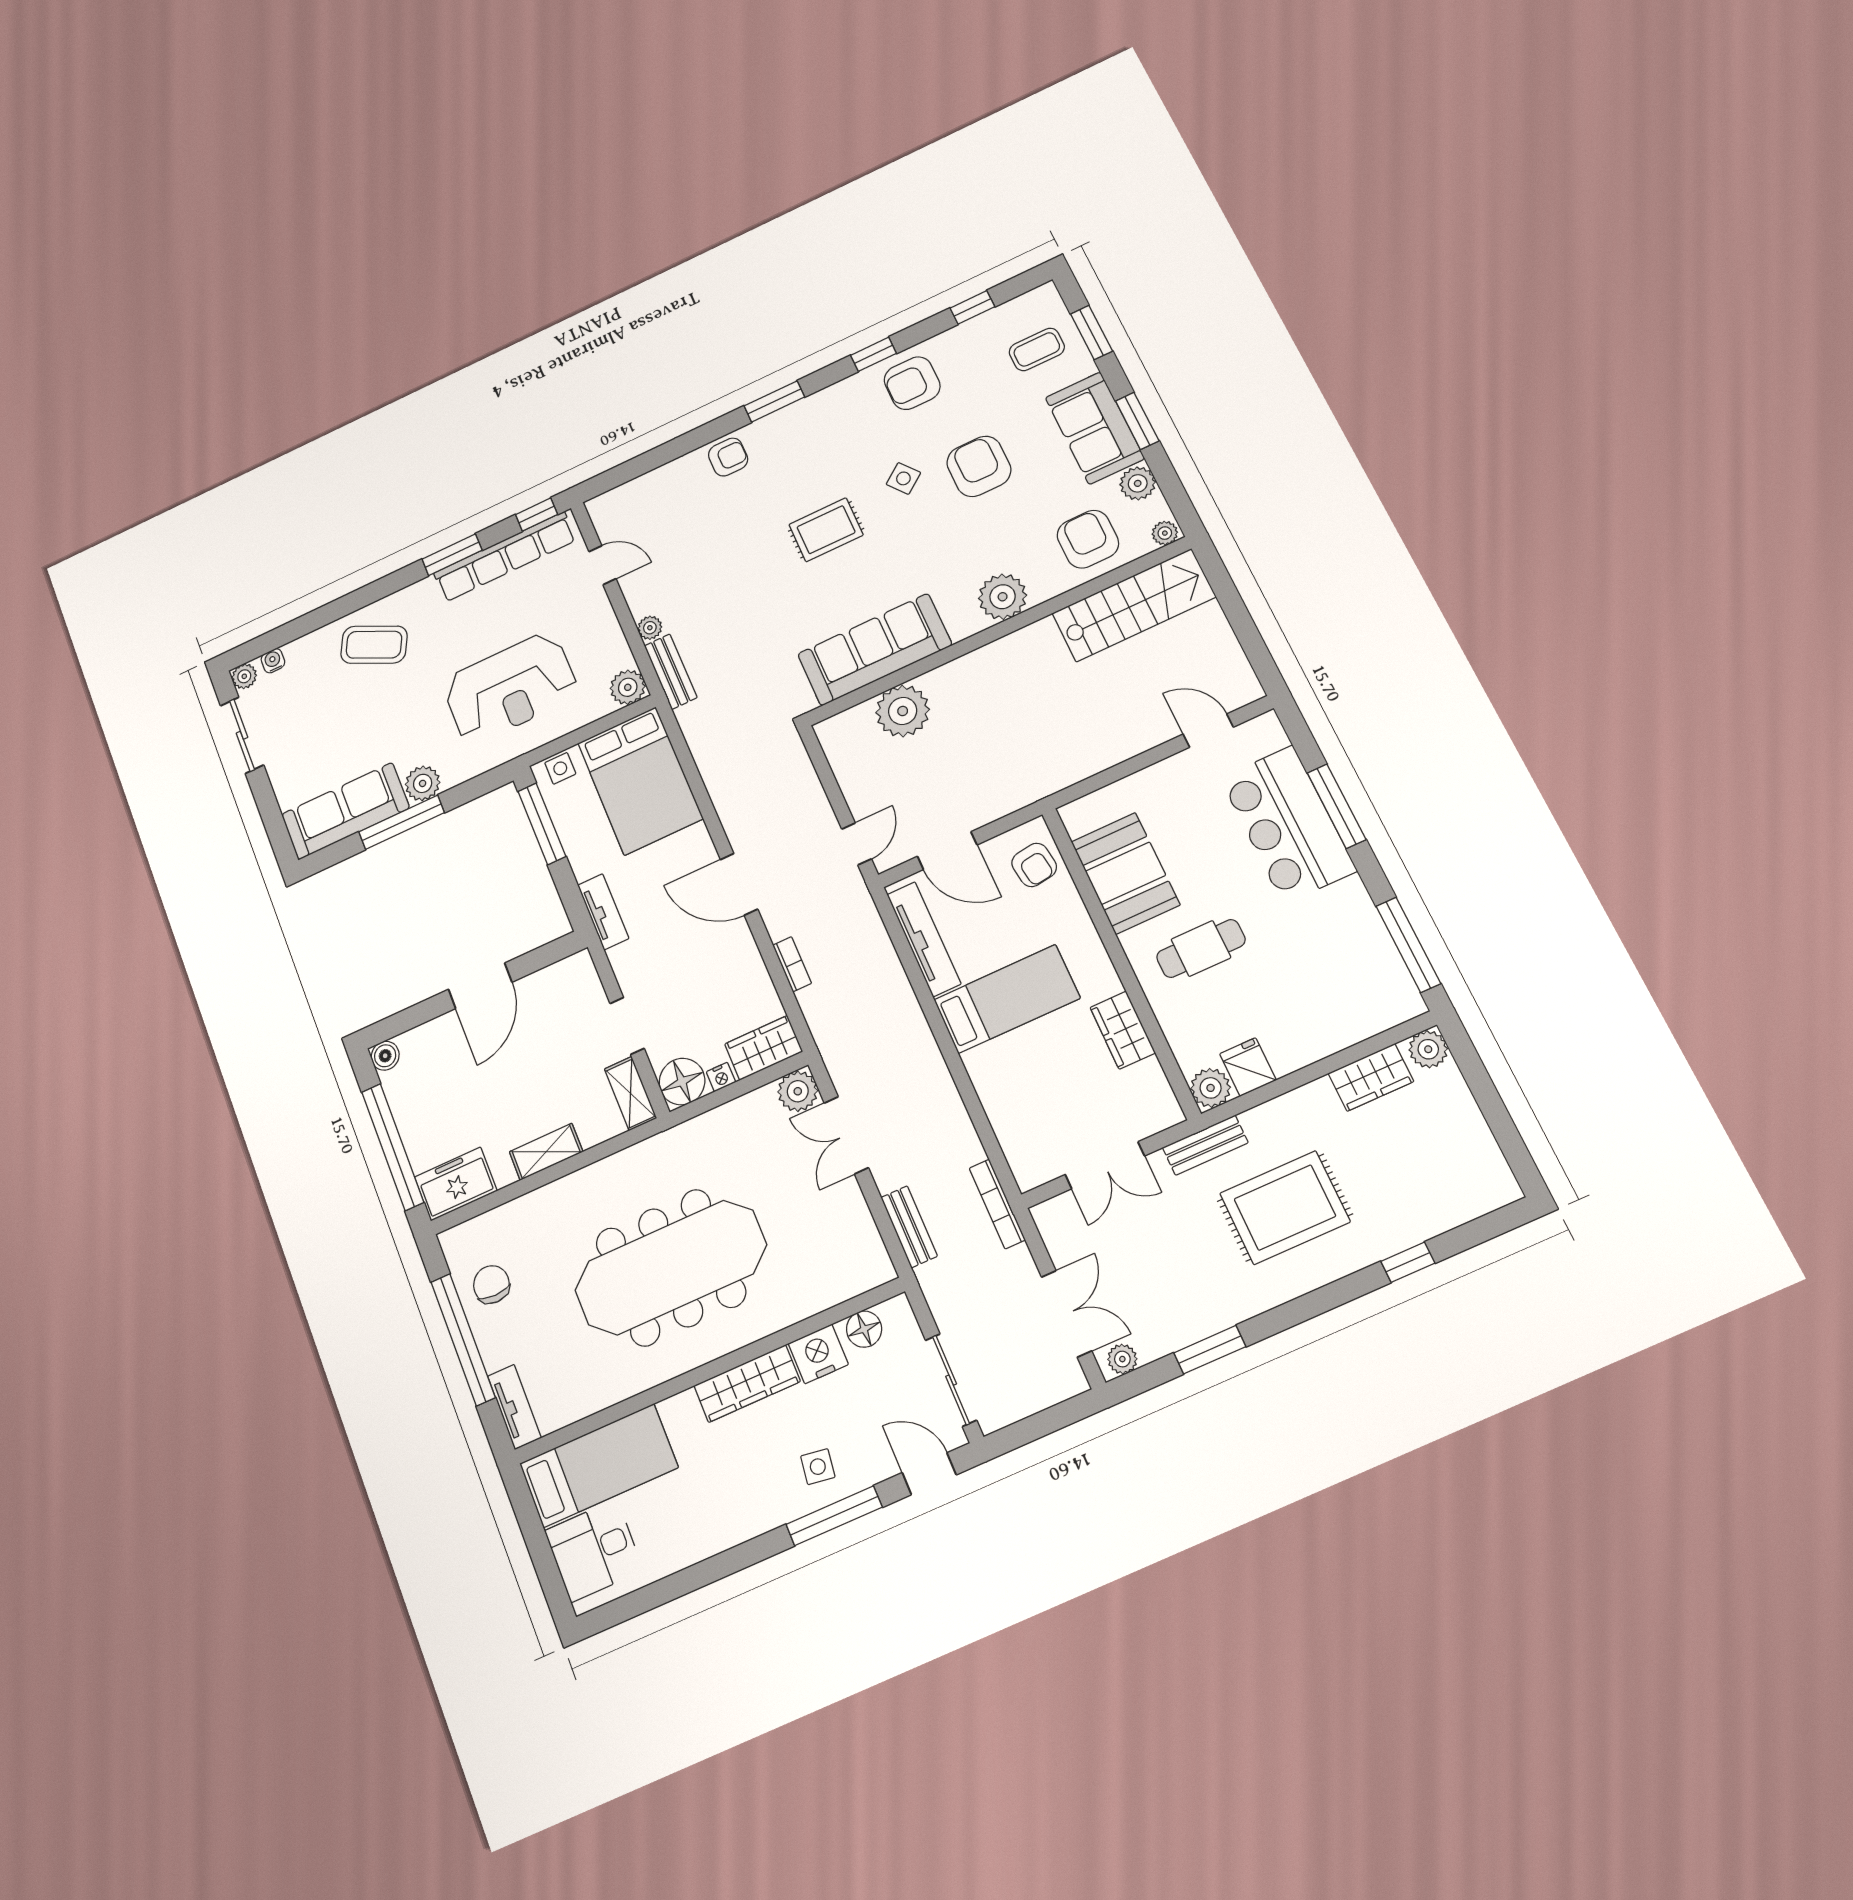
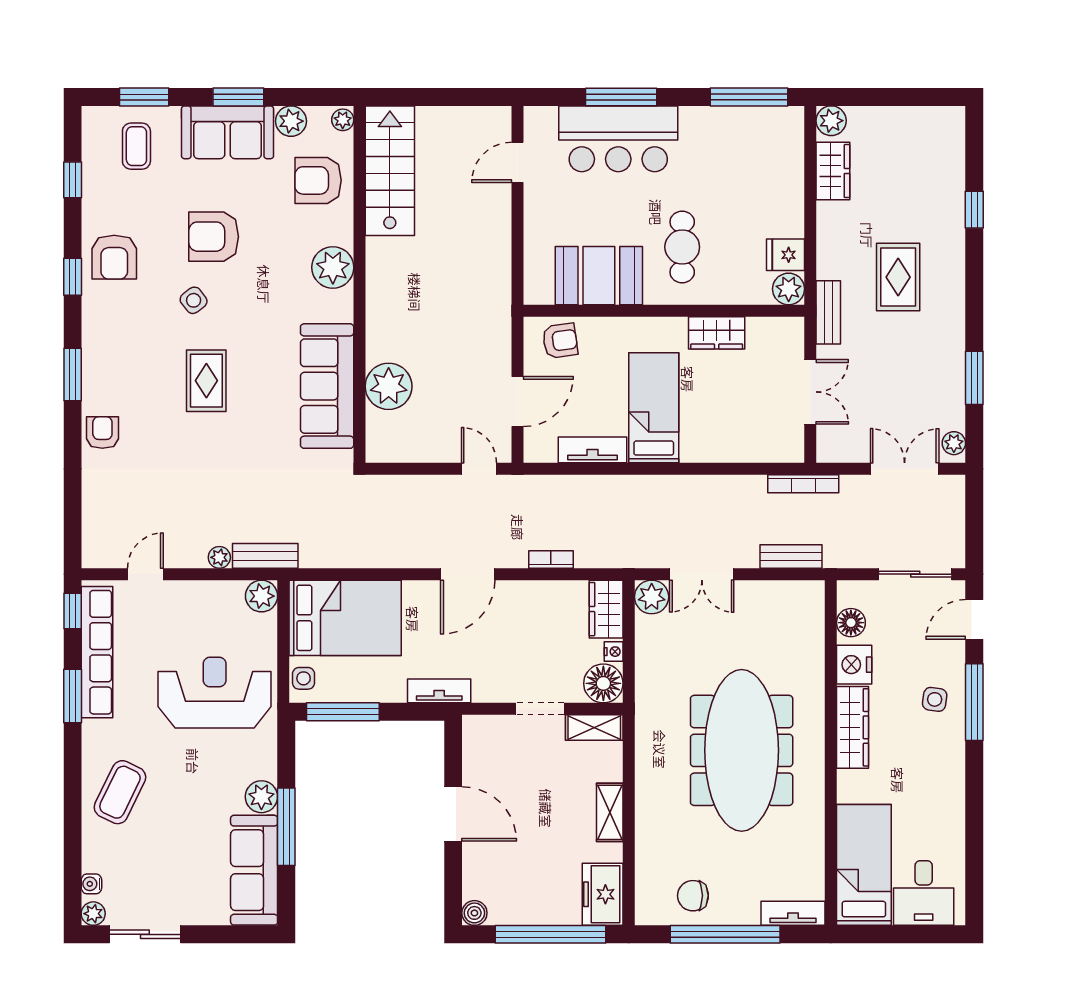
reception desk: (510, 688) -> (215, 693), turned -90
tv unit: (924, 939) -> (592, 450), width x0.71
rug: (1285, 1208) -> (898, 277), width x0.73, depth x0.70

